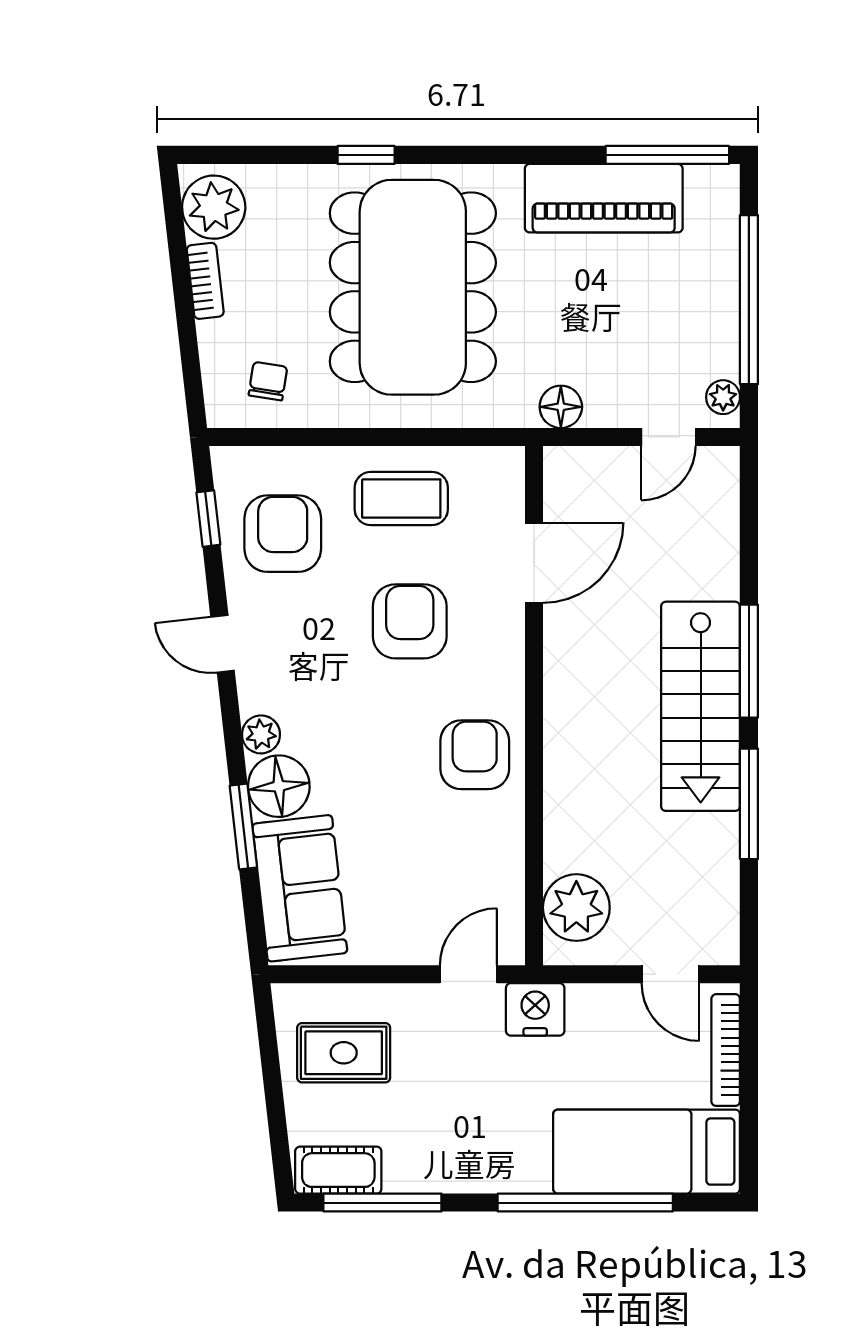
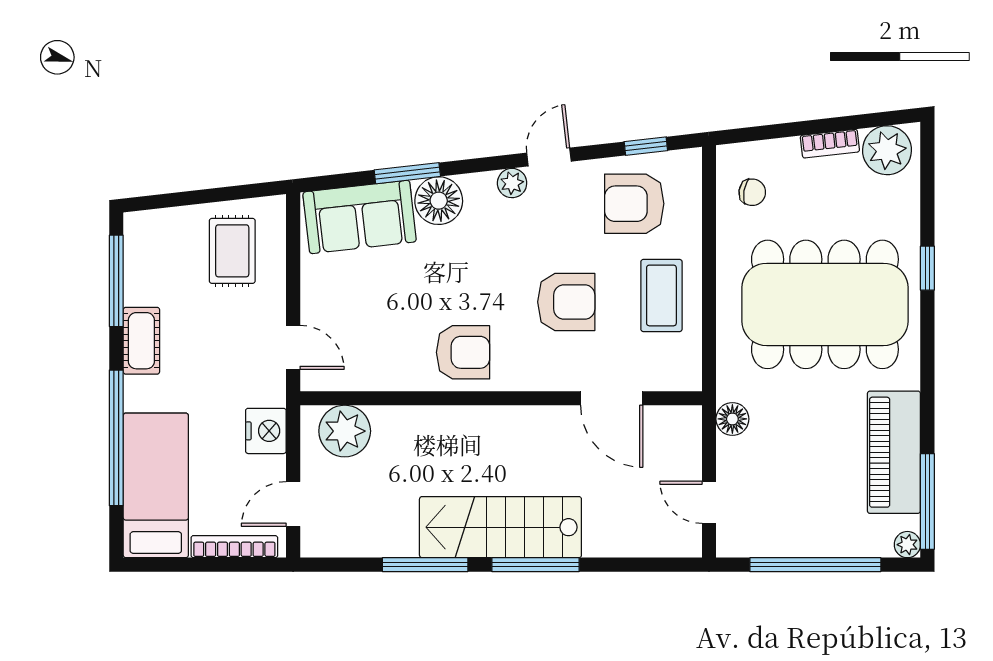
plant: (723, 397) -> (907, 545), moved
armchair: (283, 534) -> (634, 204), turned 180
plant: (261, 734) -> (512, 183), moved
nightstand: (535, 1009) -> (266, 431), moved
cot: (338, 1170) -> (141, 341), moved

